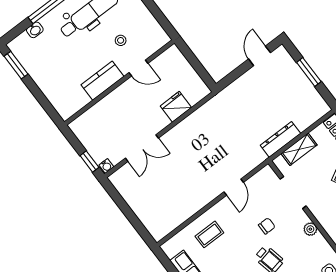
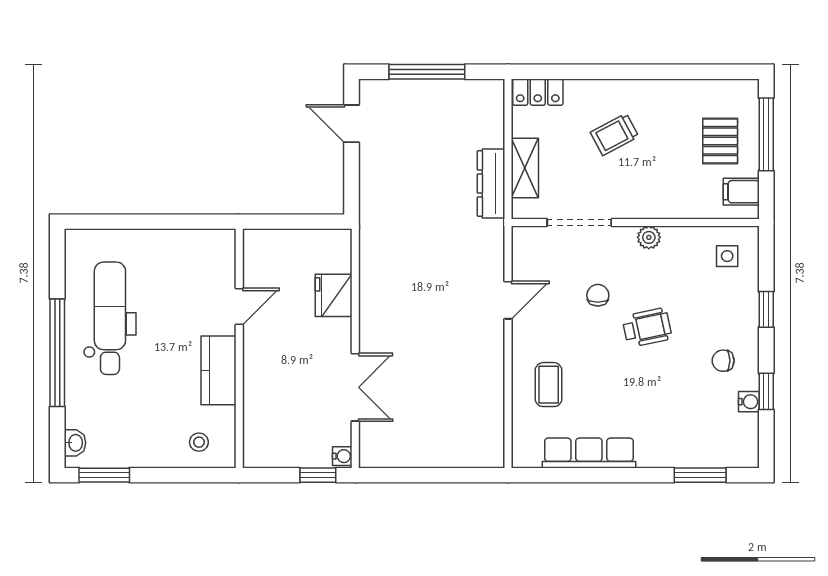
washbasin: (35, 30) -> (75, 443), moved
stool: (121, 40) -> (199, 442), moved
window: (309, 72) -> (427, 72), width x1.44
door: (234, 187) -> (508, 300), hinge flipped

